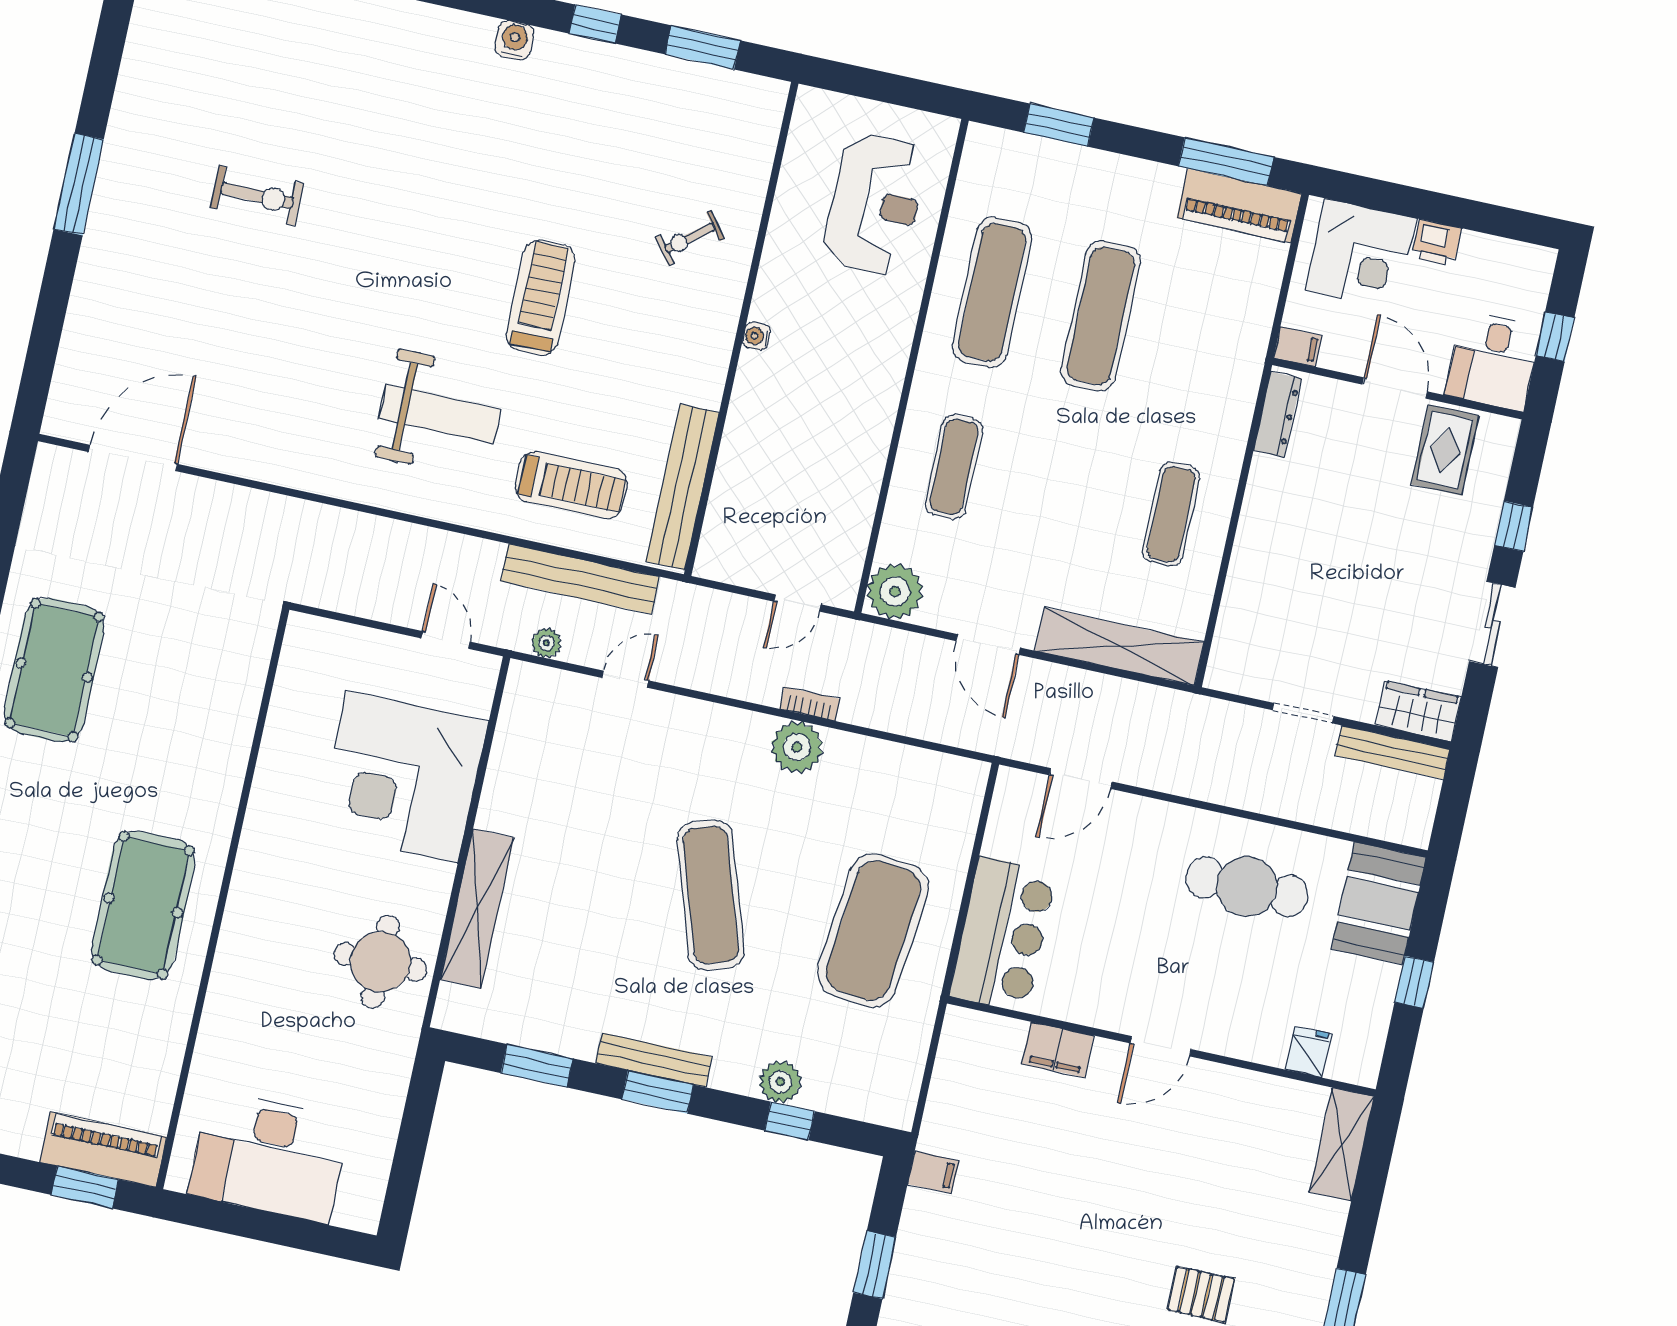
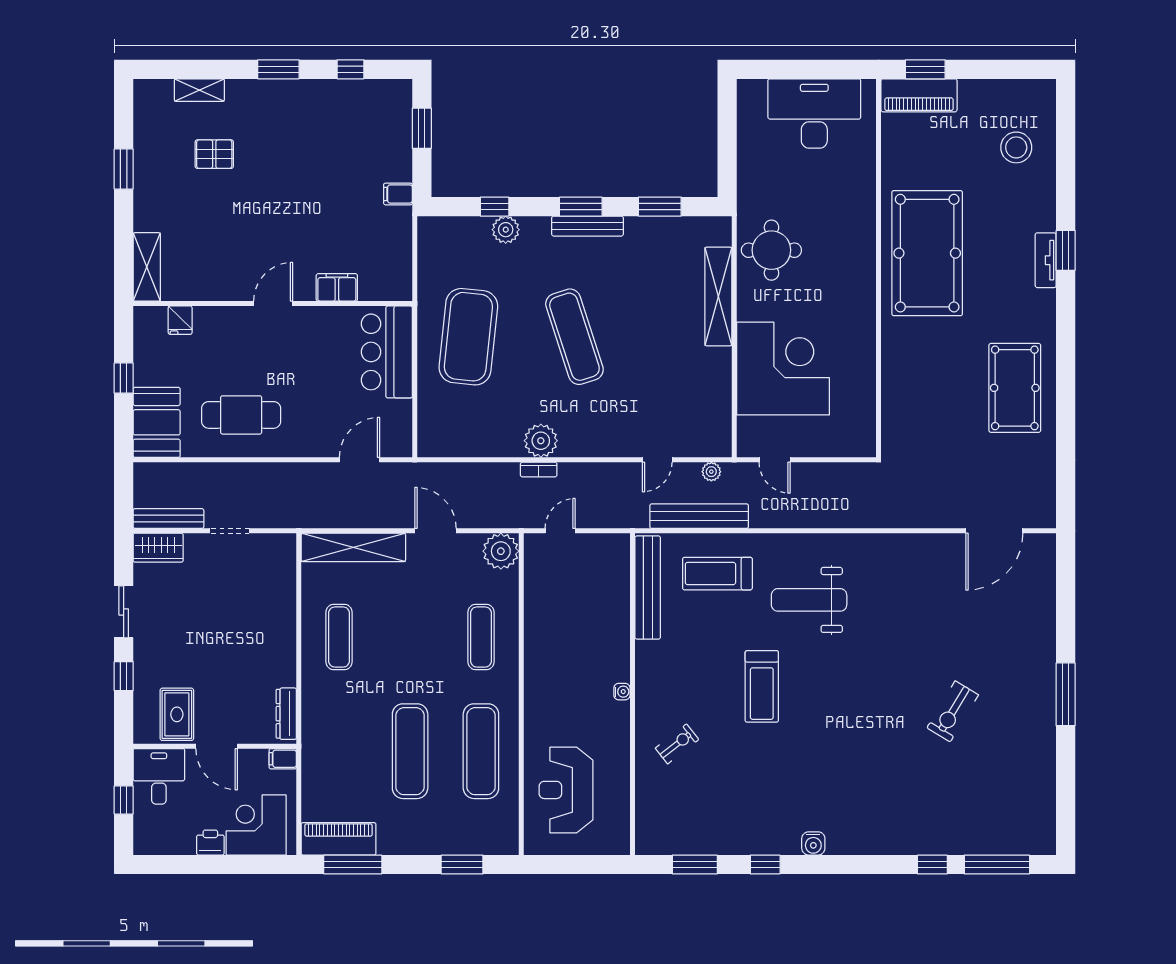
exercise bike: (257, 196) -> (953, 711), turned -59
pool table: (143, 905) -> (927, 253), width x1.36, depth x1.32

